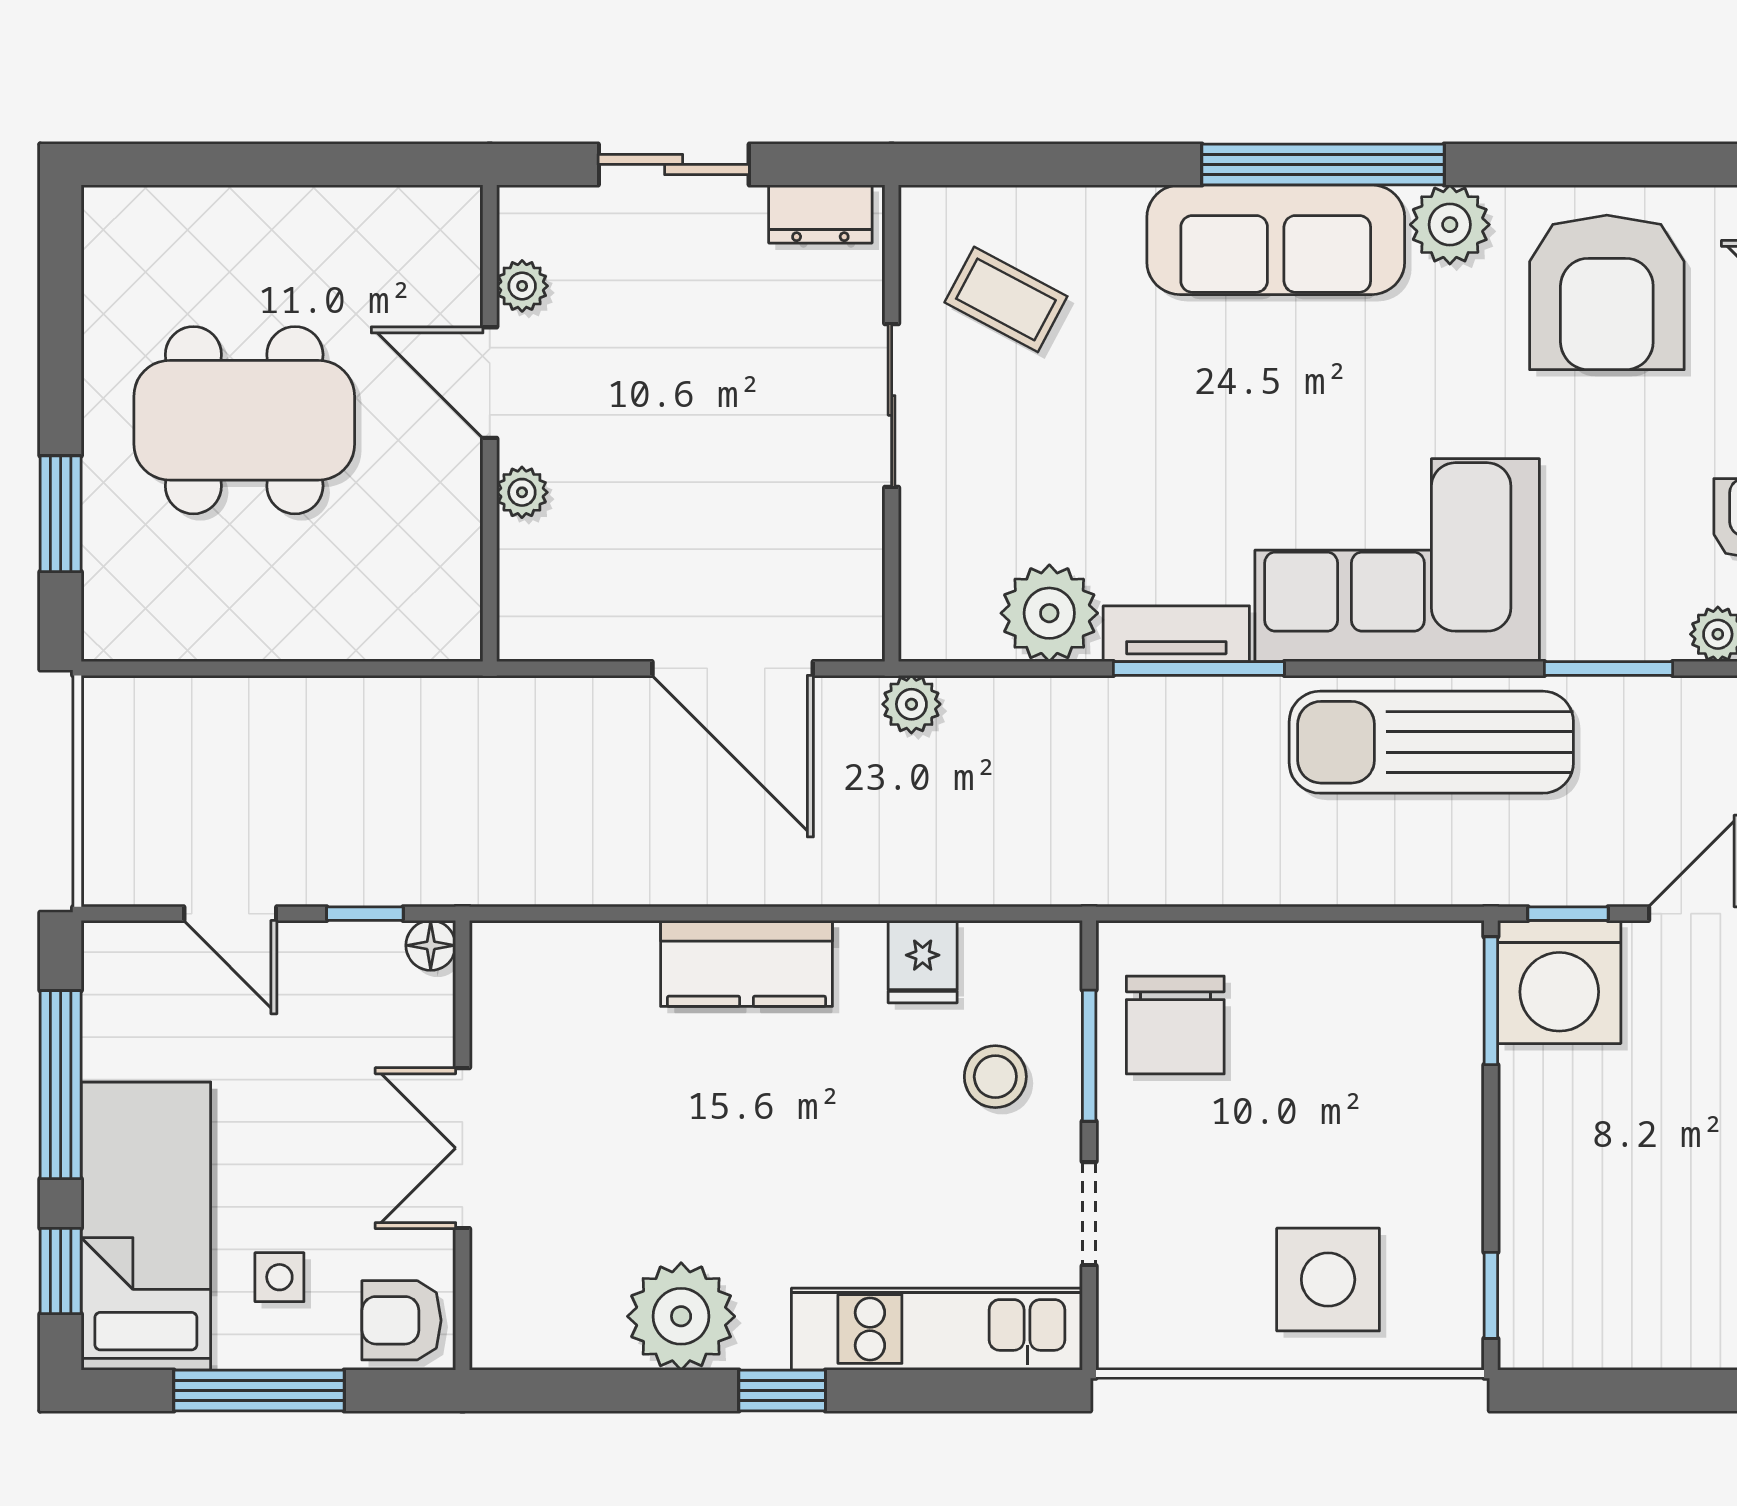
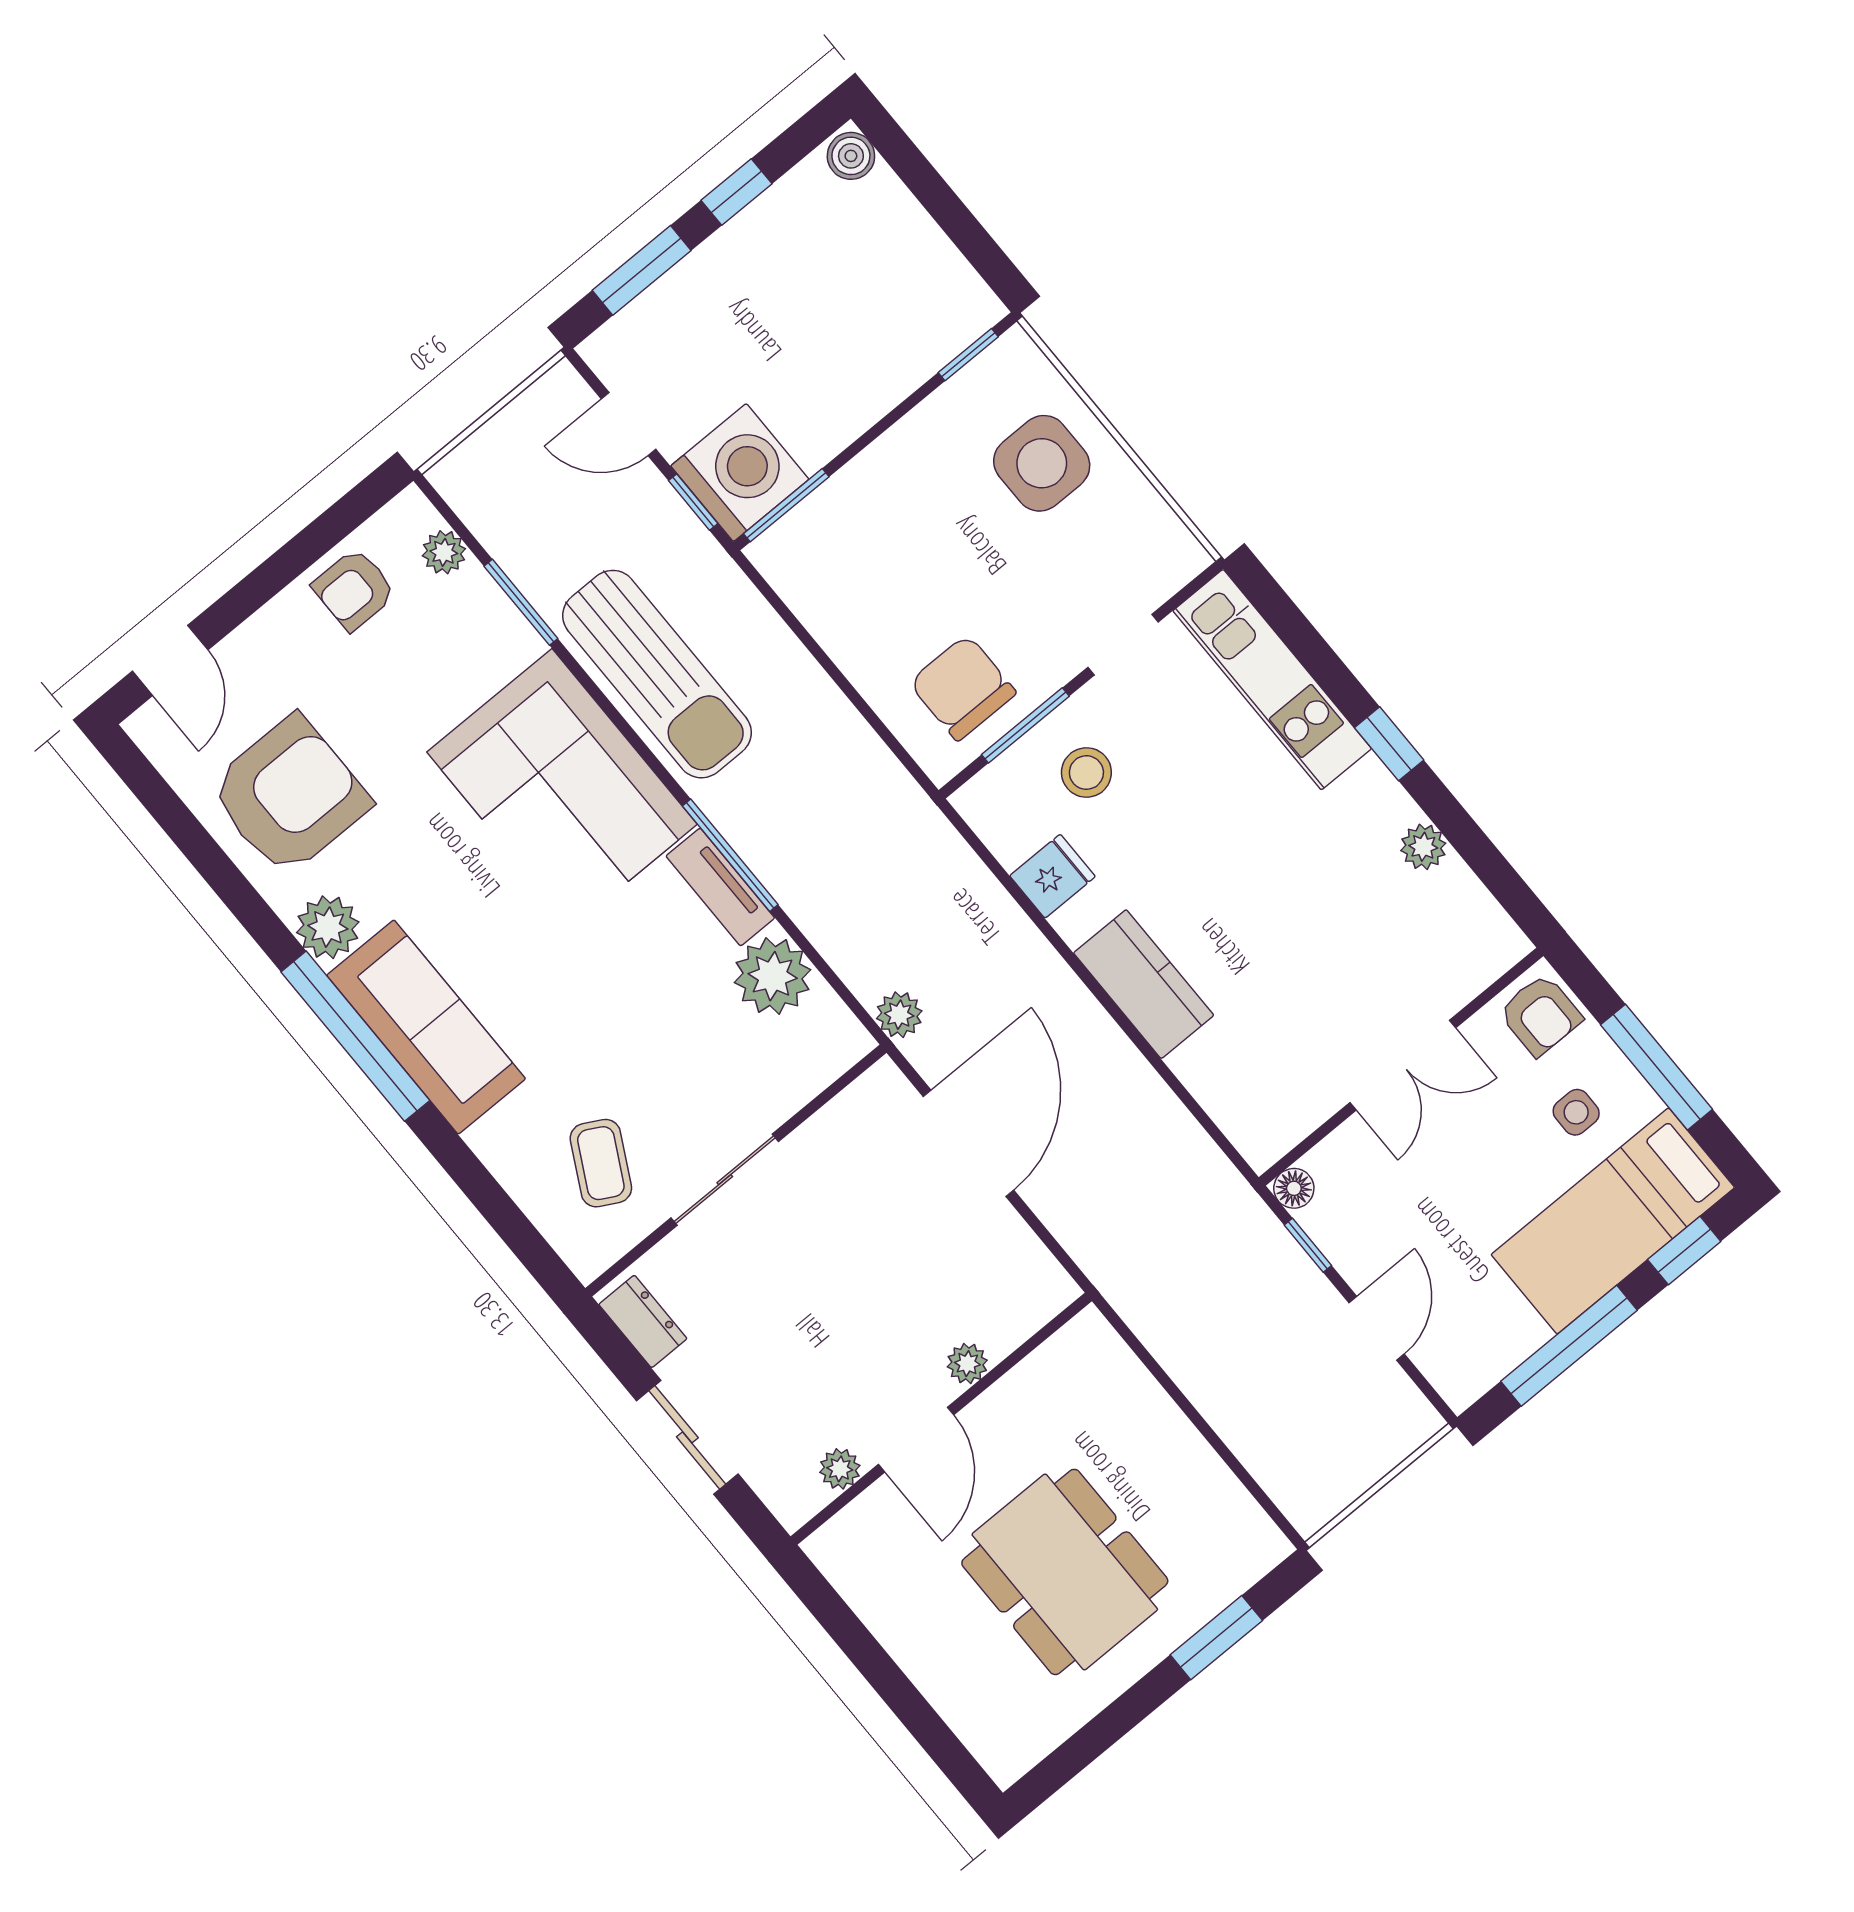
chair: (1175, 1025) -> (963, 688), turned -90
plant: (681, 1316) -> (1423, 847), width x0.53, depth x0.53

